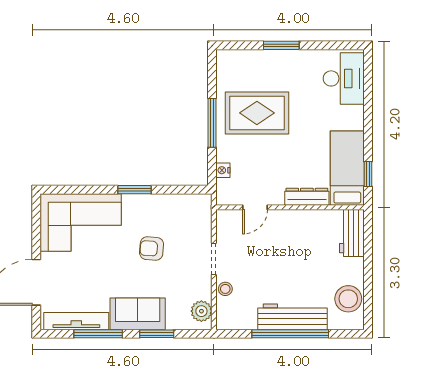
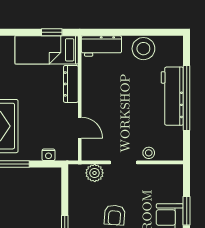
stool: (348, 299) -> (143, 49), moved
plant: (201, 311) -> (95, 173), moved

